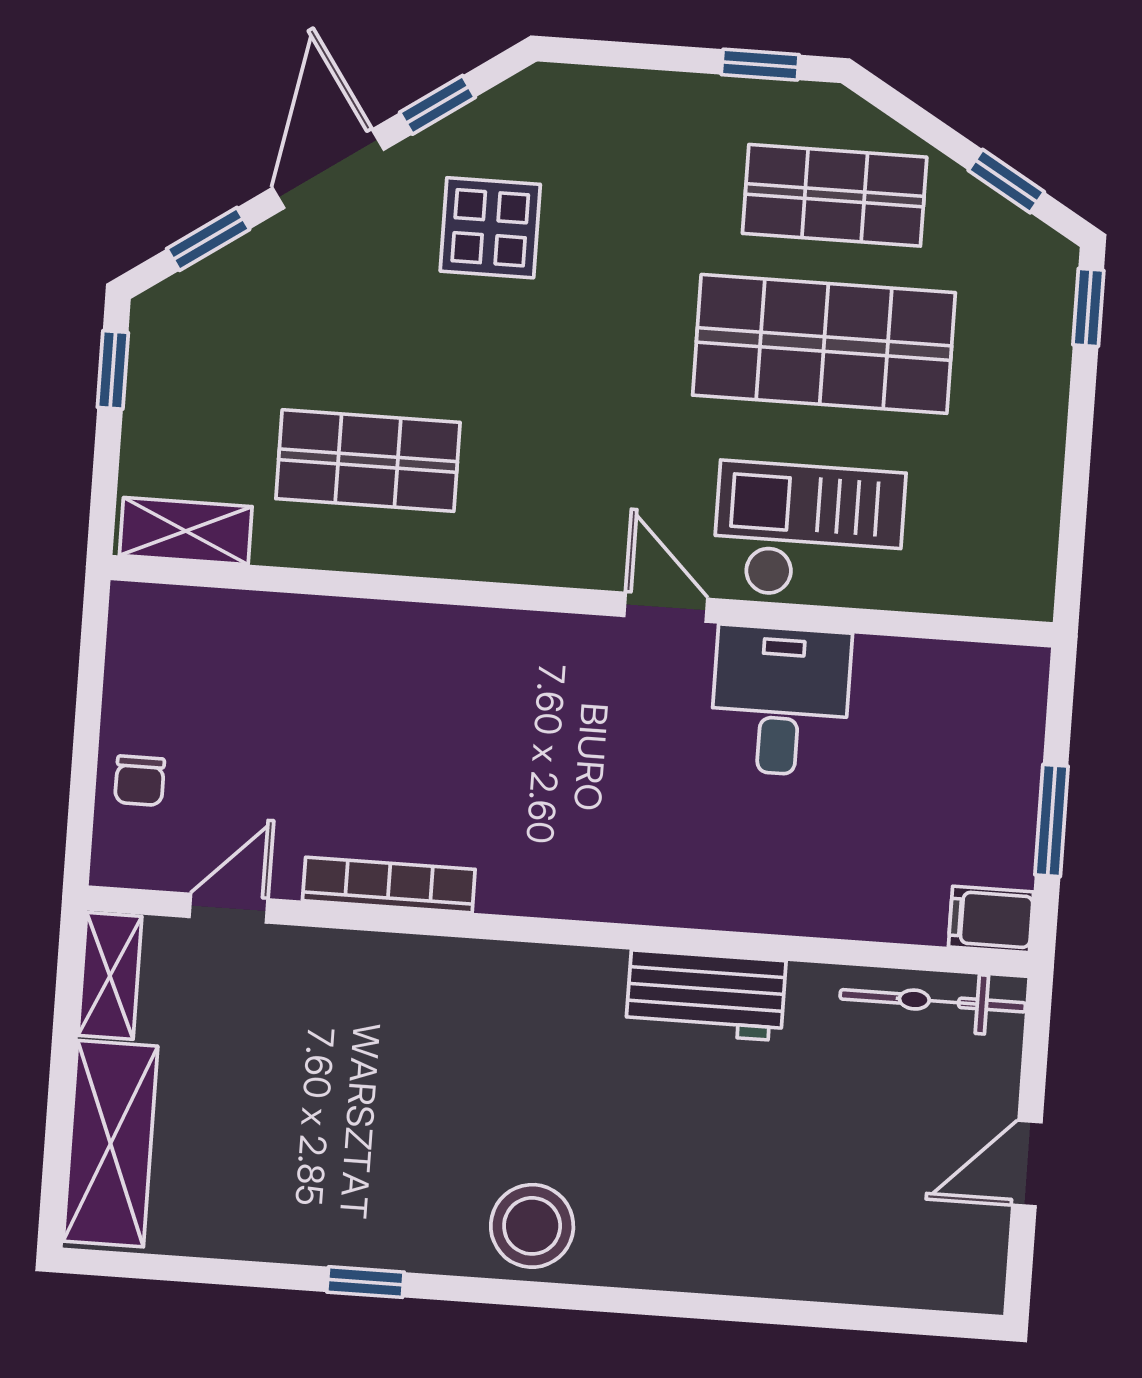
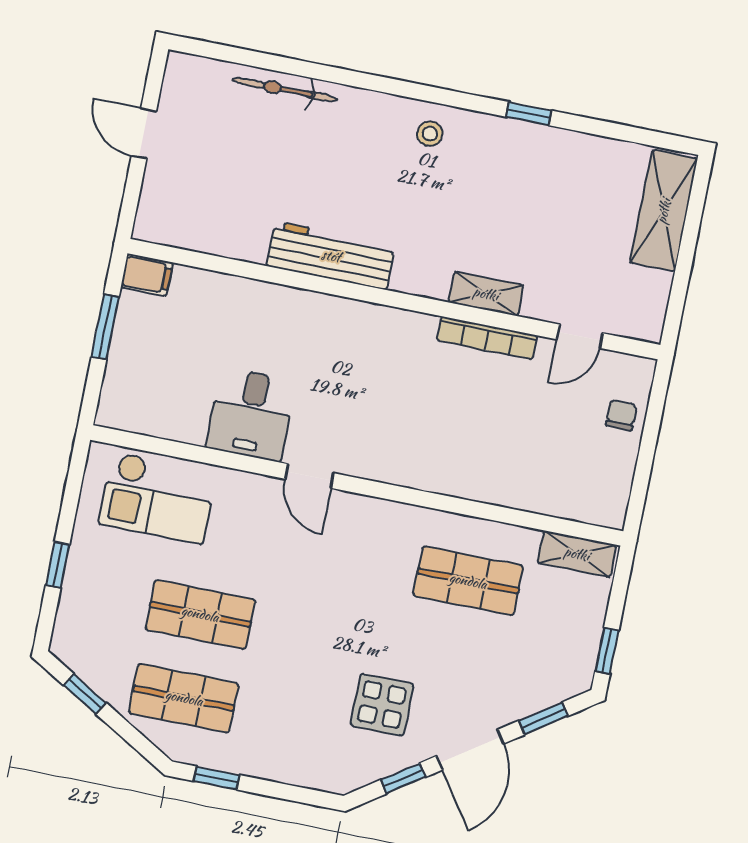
window: (1088, 307) -> (58, 565), moved
shop shelf: (824, 344) -> (200, 614), width x0.70, depth x0.74
checkout: (809, 532) -> (158, 498), moved
shelving: (110, 976) -> (486, 294), moved, turned 90
workbench: (706, 995) -> (331, 256), width x1.37
bicycle: (933, 1001) -> (285, 90), moved, turned 180
door: (1027, 1164) -> (144, 134), swing flipped
stool: (532, 1226) -> (430, 134), width x0.53, depth x0.53

